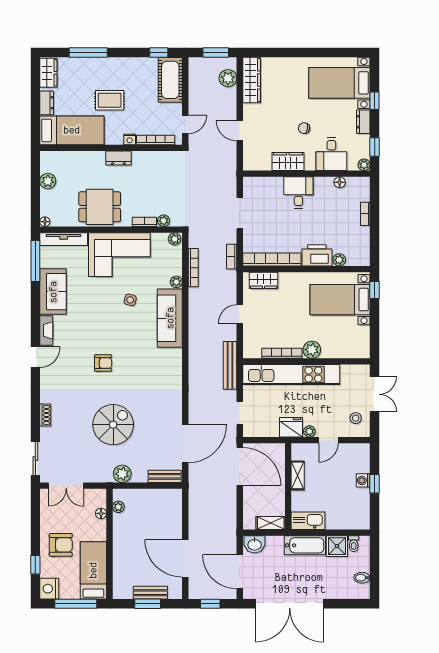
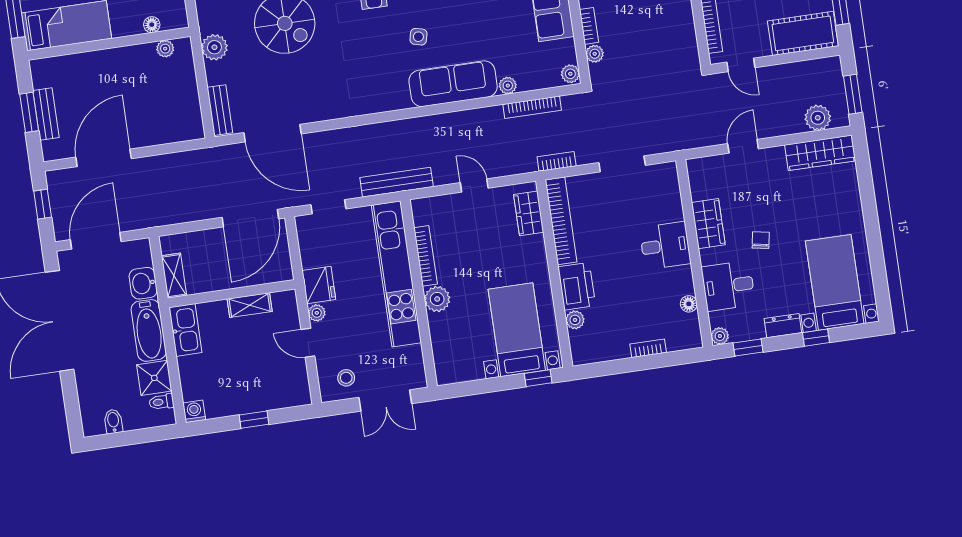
side table: (130, 300) -> (418, 37), moved
washing machine: (363, 480) -> (194, 411), moved
washbasin: (255, 544) -> (143, 283), moved

